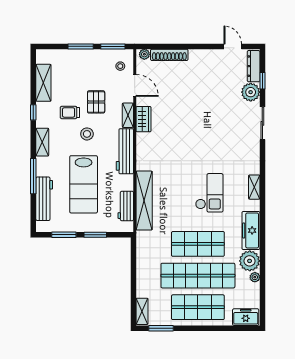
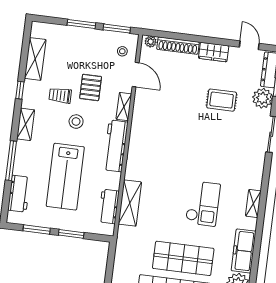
rug: (214, 98) -> (222, 100), added
wardrobe: (143, 119) -> (214, 52), moved, turned 90
workbench: (44, 199) -> (19, 194), width x0.73
shelving: (144, 201) -> (130, 203), width x0.68

